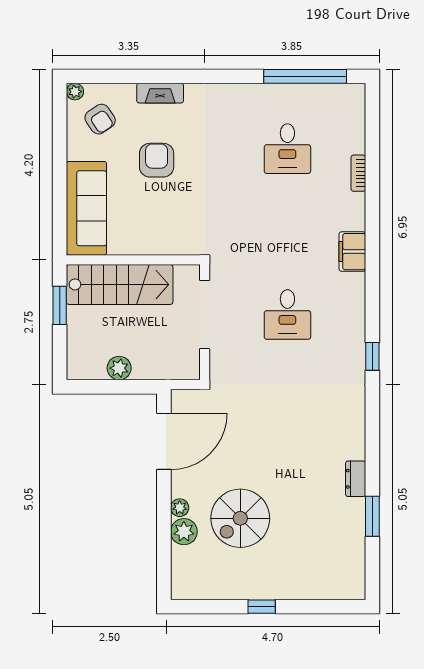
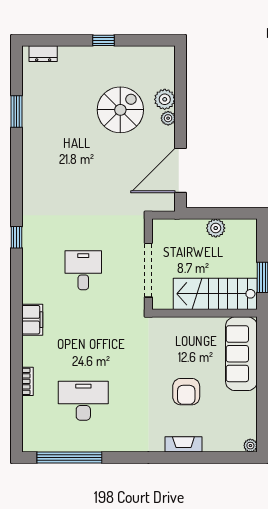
armchair: (100, 119) -> (231, 424), removed
desk: (287, 149) -> (83, 401), width x1.37
dresser: (356, 479) -> (43, 54), moved, turned 90

